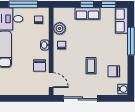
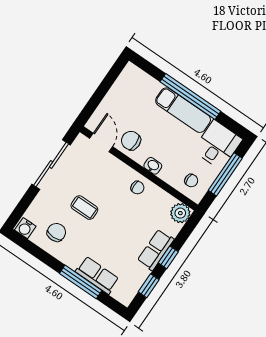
row of seats: (122, 20) -> (97, 275), moved
plant: (60, 28) -> (180, 213), moved
door: (51, 80) -> (101, 142), swing flipped

